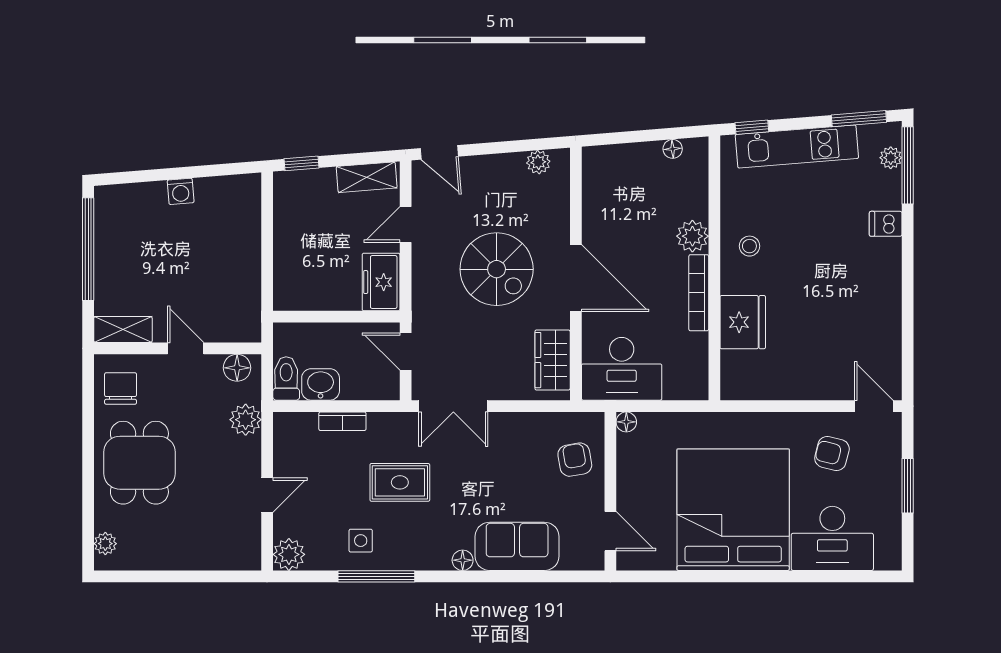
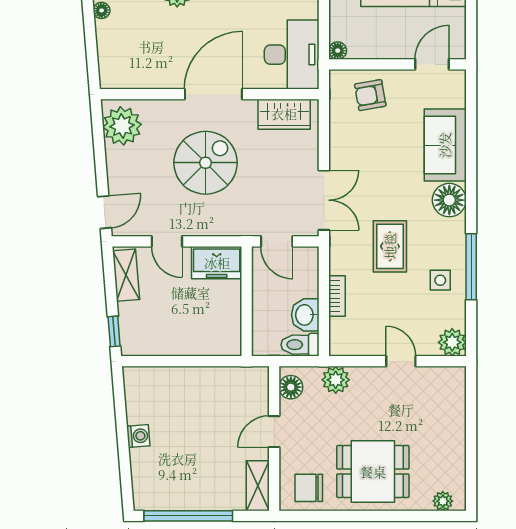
plant: (538, 162) -> (122, 126), width x1.88, depth x1.88
door: (406, 351) -> (277, 241), hinge flipped
floor lamp: (463, 560) -> (449, 200), width x1.89, depth x1.89

